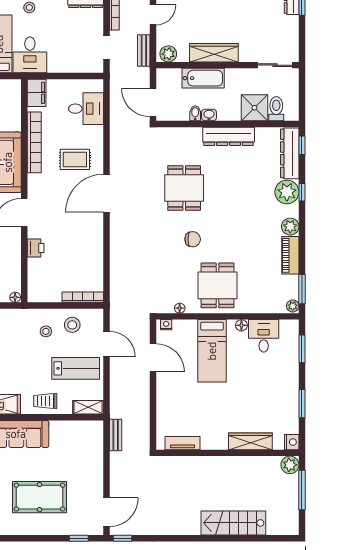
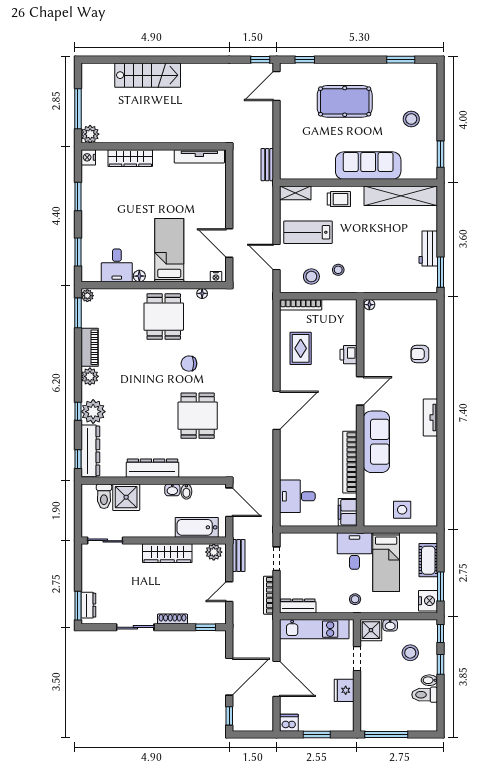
bathtub: (203, 78) -> (197, 527), moved
rug: (75, 159) -> (301, 348), moved, turned 90
tv unit: (182, 443) -> (199, 156), width x1.41

